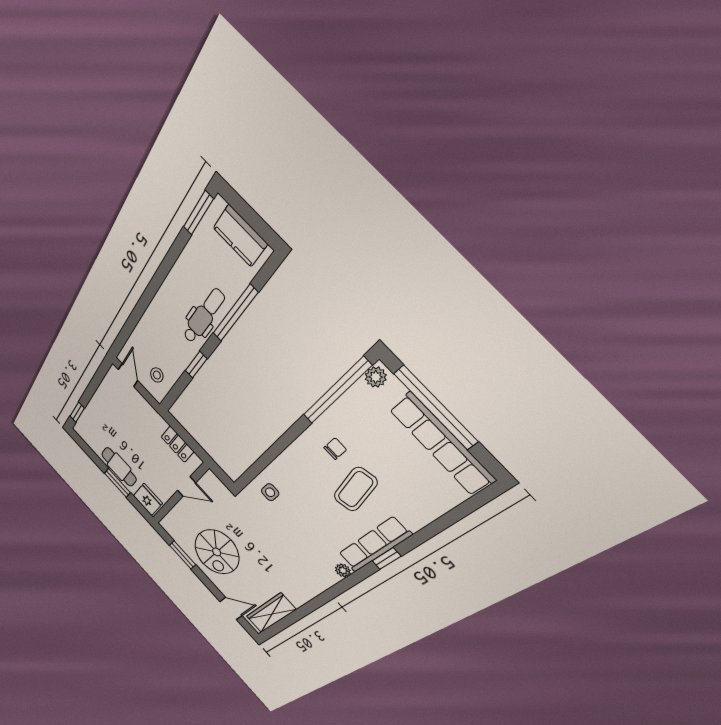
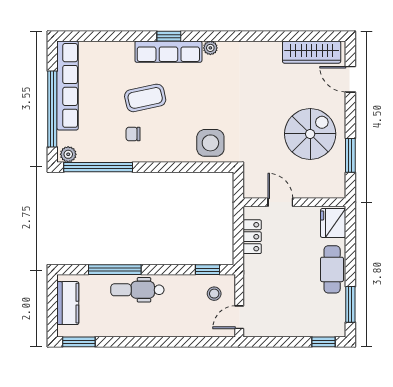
window: (196, 365) -> (207, 270), moved
window: (117, 483) -> (350, 304), moved
side table: (270, 492) -> (210, 143), width x1.87, depth x1.87

